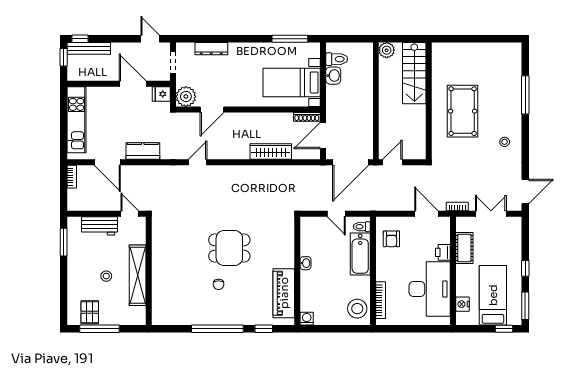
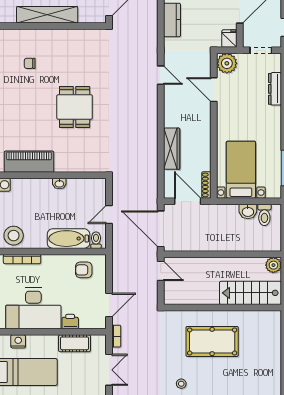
chair: (219, 284) -> (30, 63), moved

